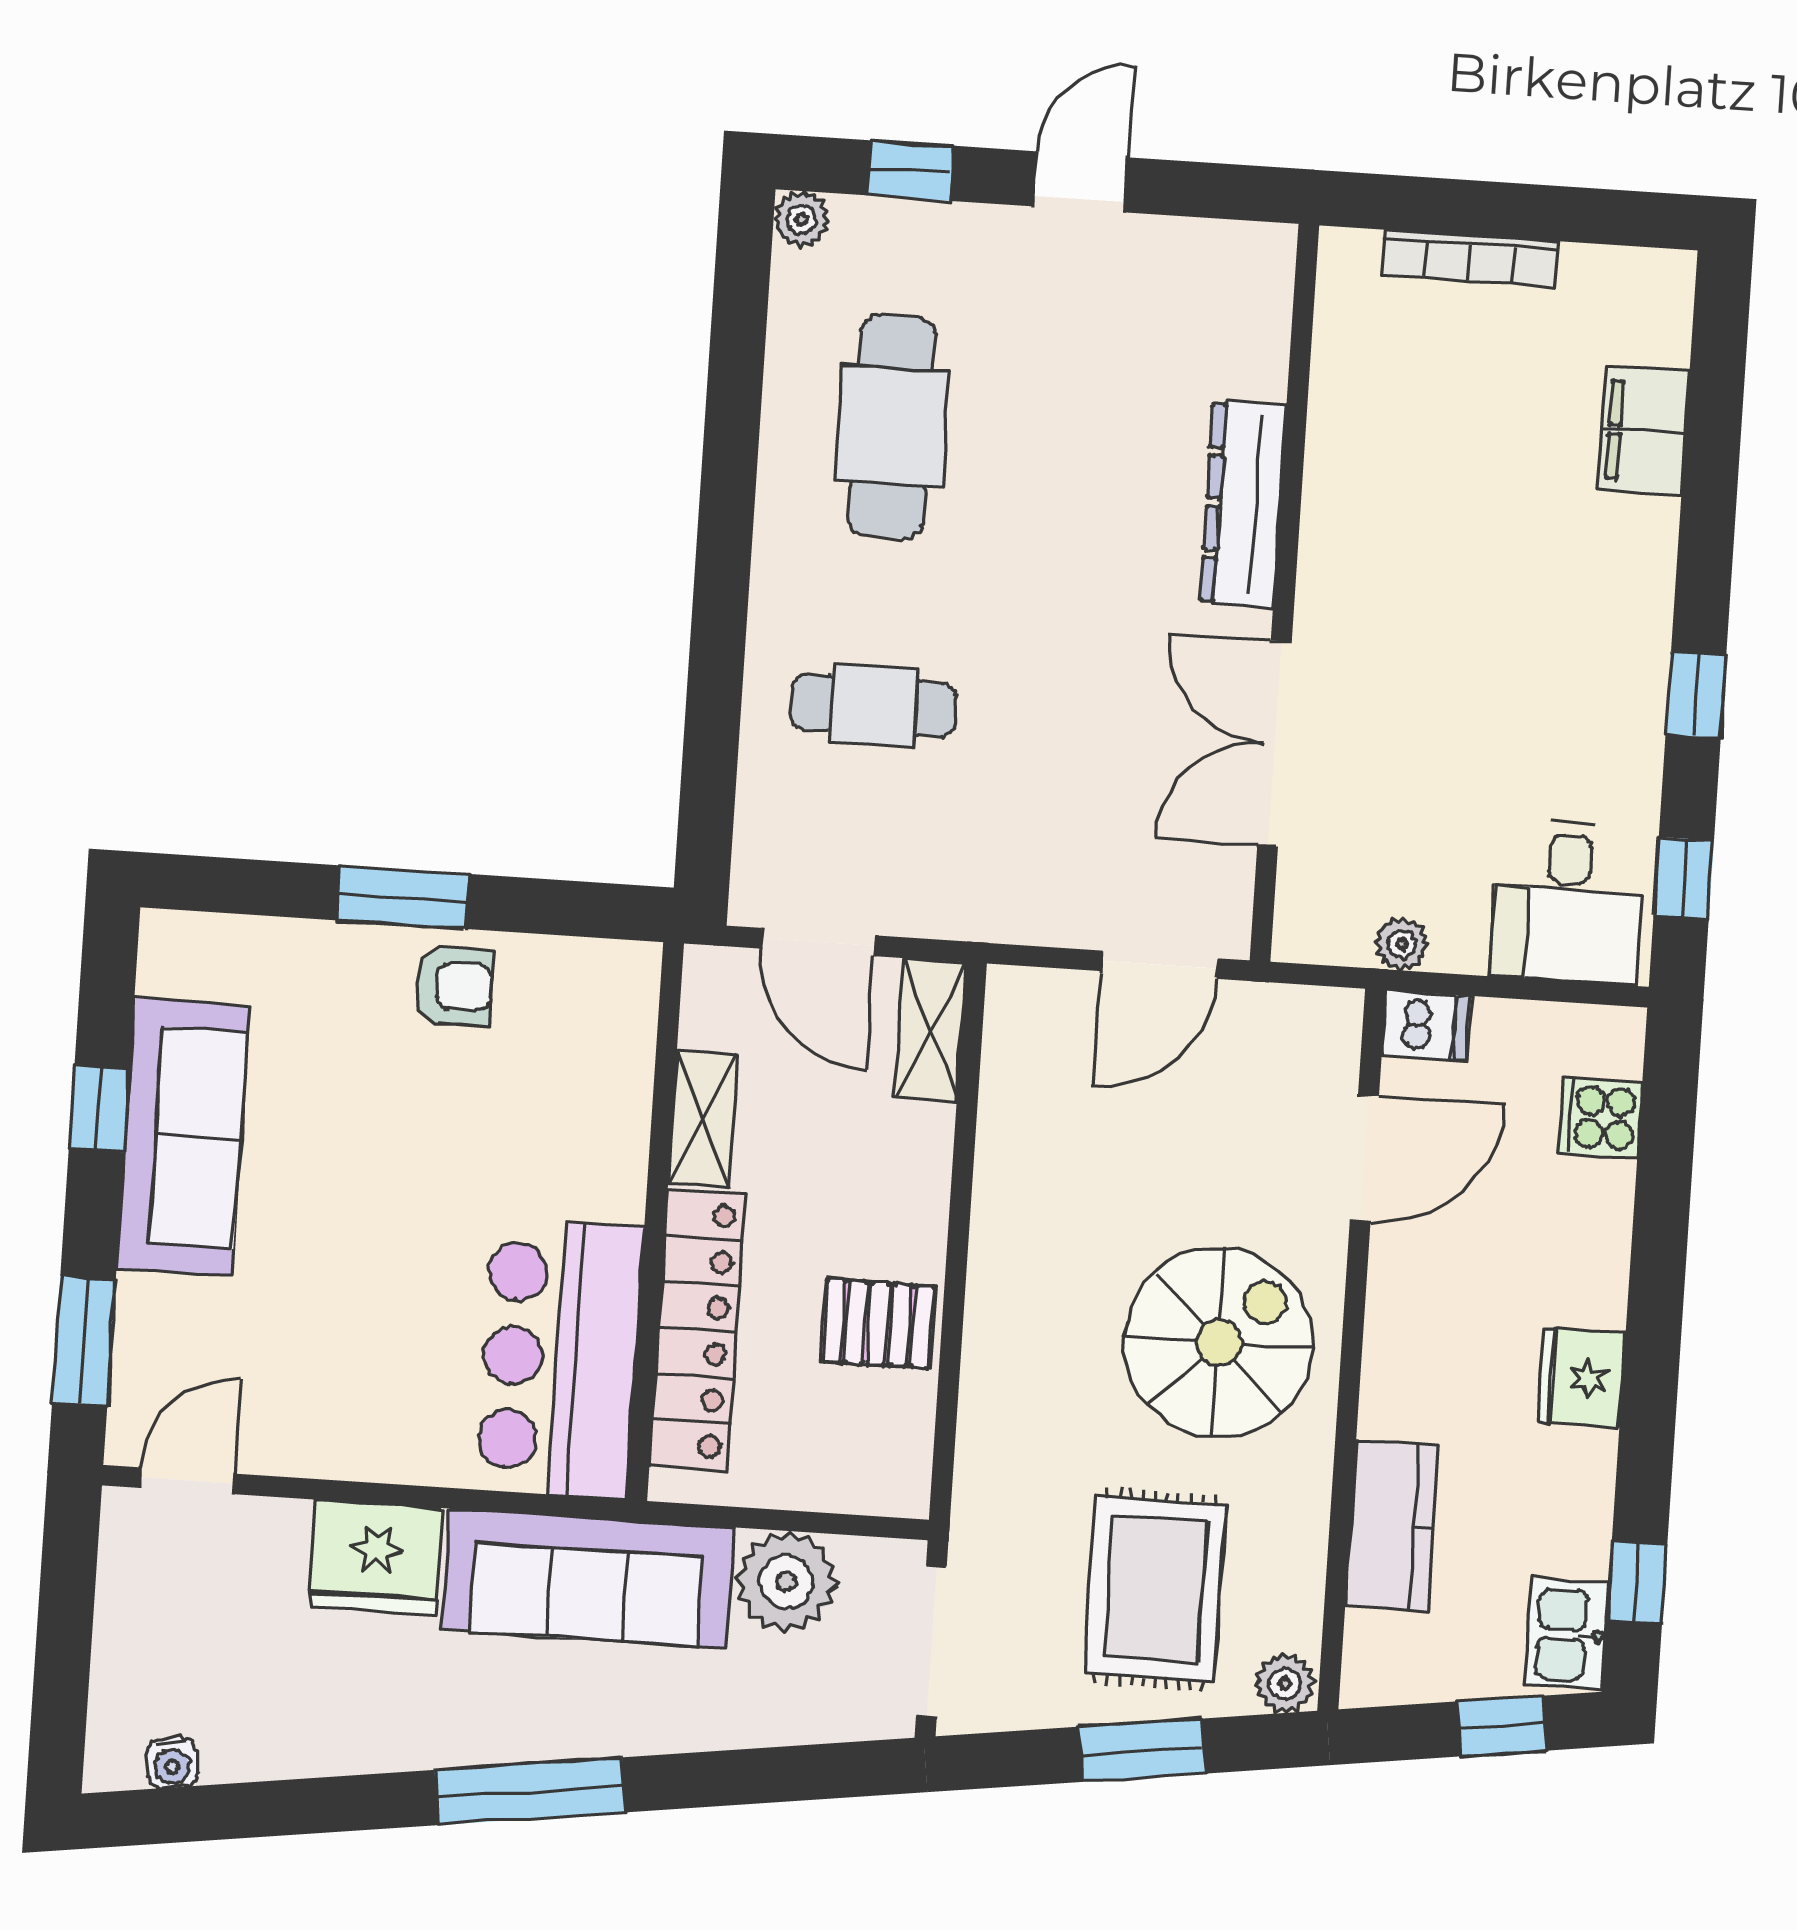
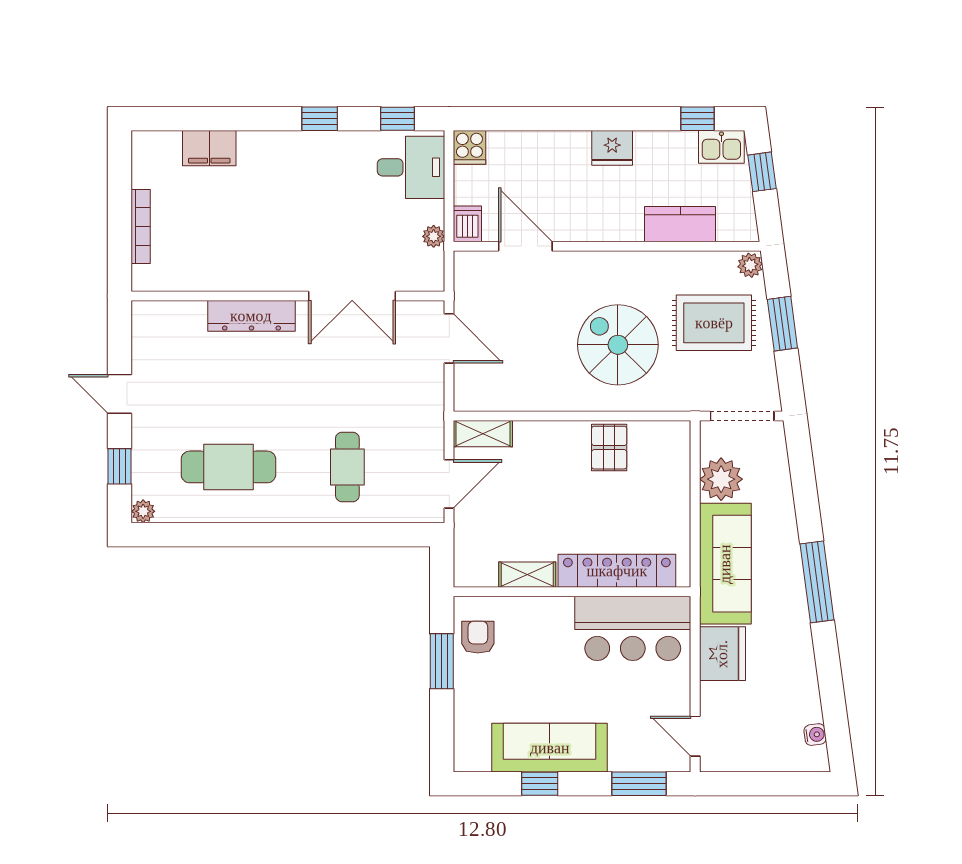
cooker: (1600, 1118) -> (469, 147), moved
shelving: (702, 1119) -> (527, 575), moved
wall: (655, 1222) -> (572, 592), moved
locker: (698, 1330) -> (617, 571), moved
spiral stairs: (1219, 1343) -> (618, 345), moved
bar counter: (560, 1358) -> (633, 628), moved

